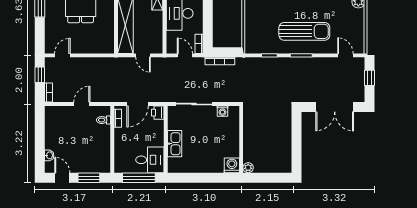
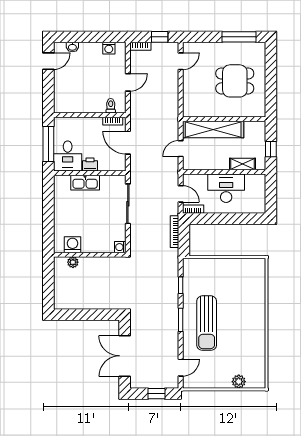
door: (62, 55) -> (181, 61), hinge flipped
door: (185, 55) -> (181, 194), hinge flipped
door: (82, 104) -> (128, 82), hinge flipped
washing machine: (222, 111) -> (120, 247), moved
printer: (158, 113) -> (90, 164), moved
washing machine: (50, 122) -> (109, 48), added
washing machine: (232, 165) -> (72, 245), moved, turned -90
plant: (248, 168) -> (73, 262), moved
window: (89, 178) -> (48, 90), removed

